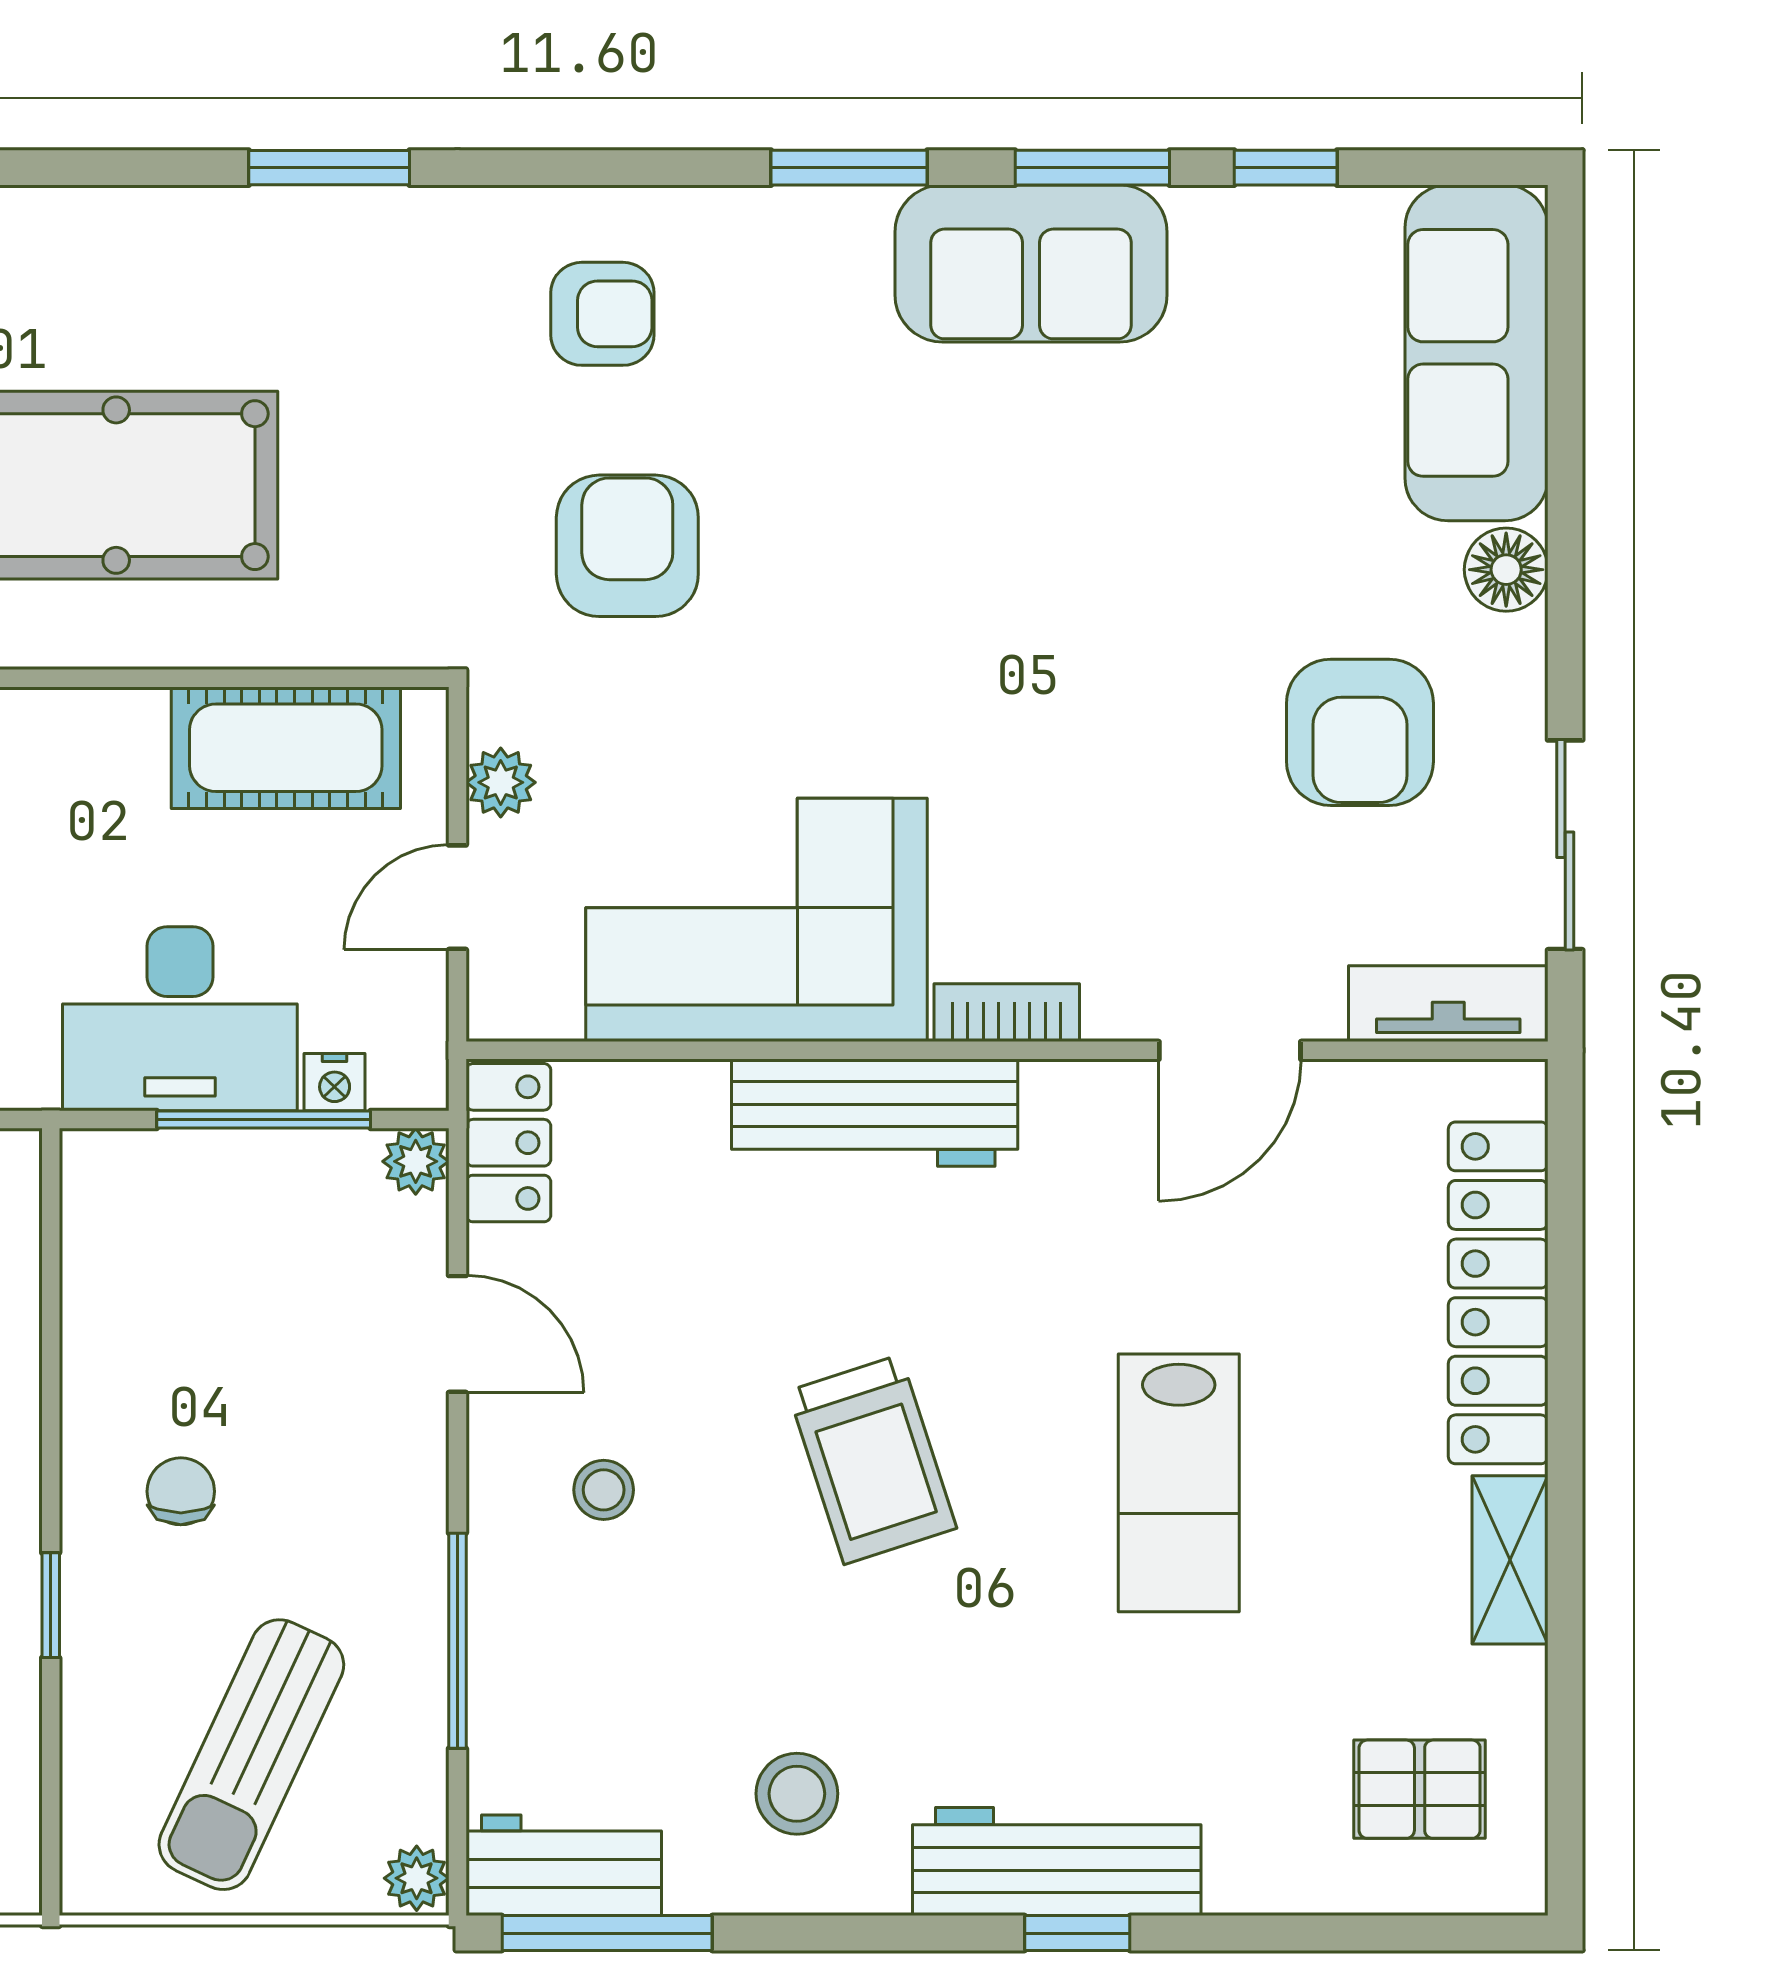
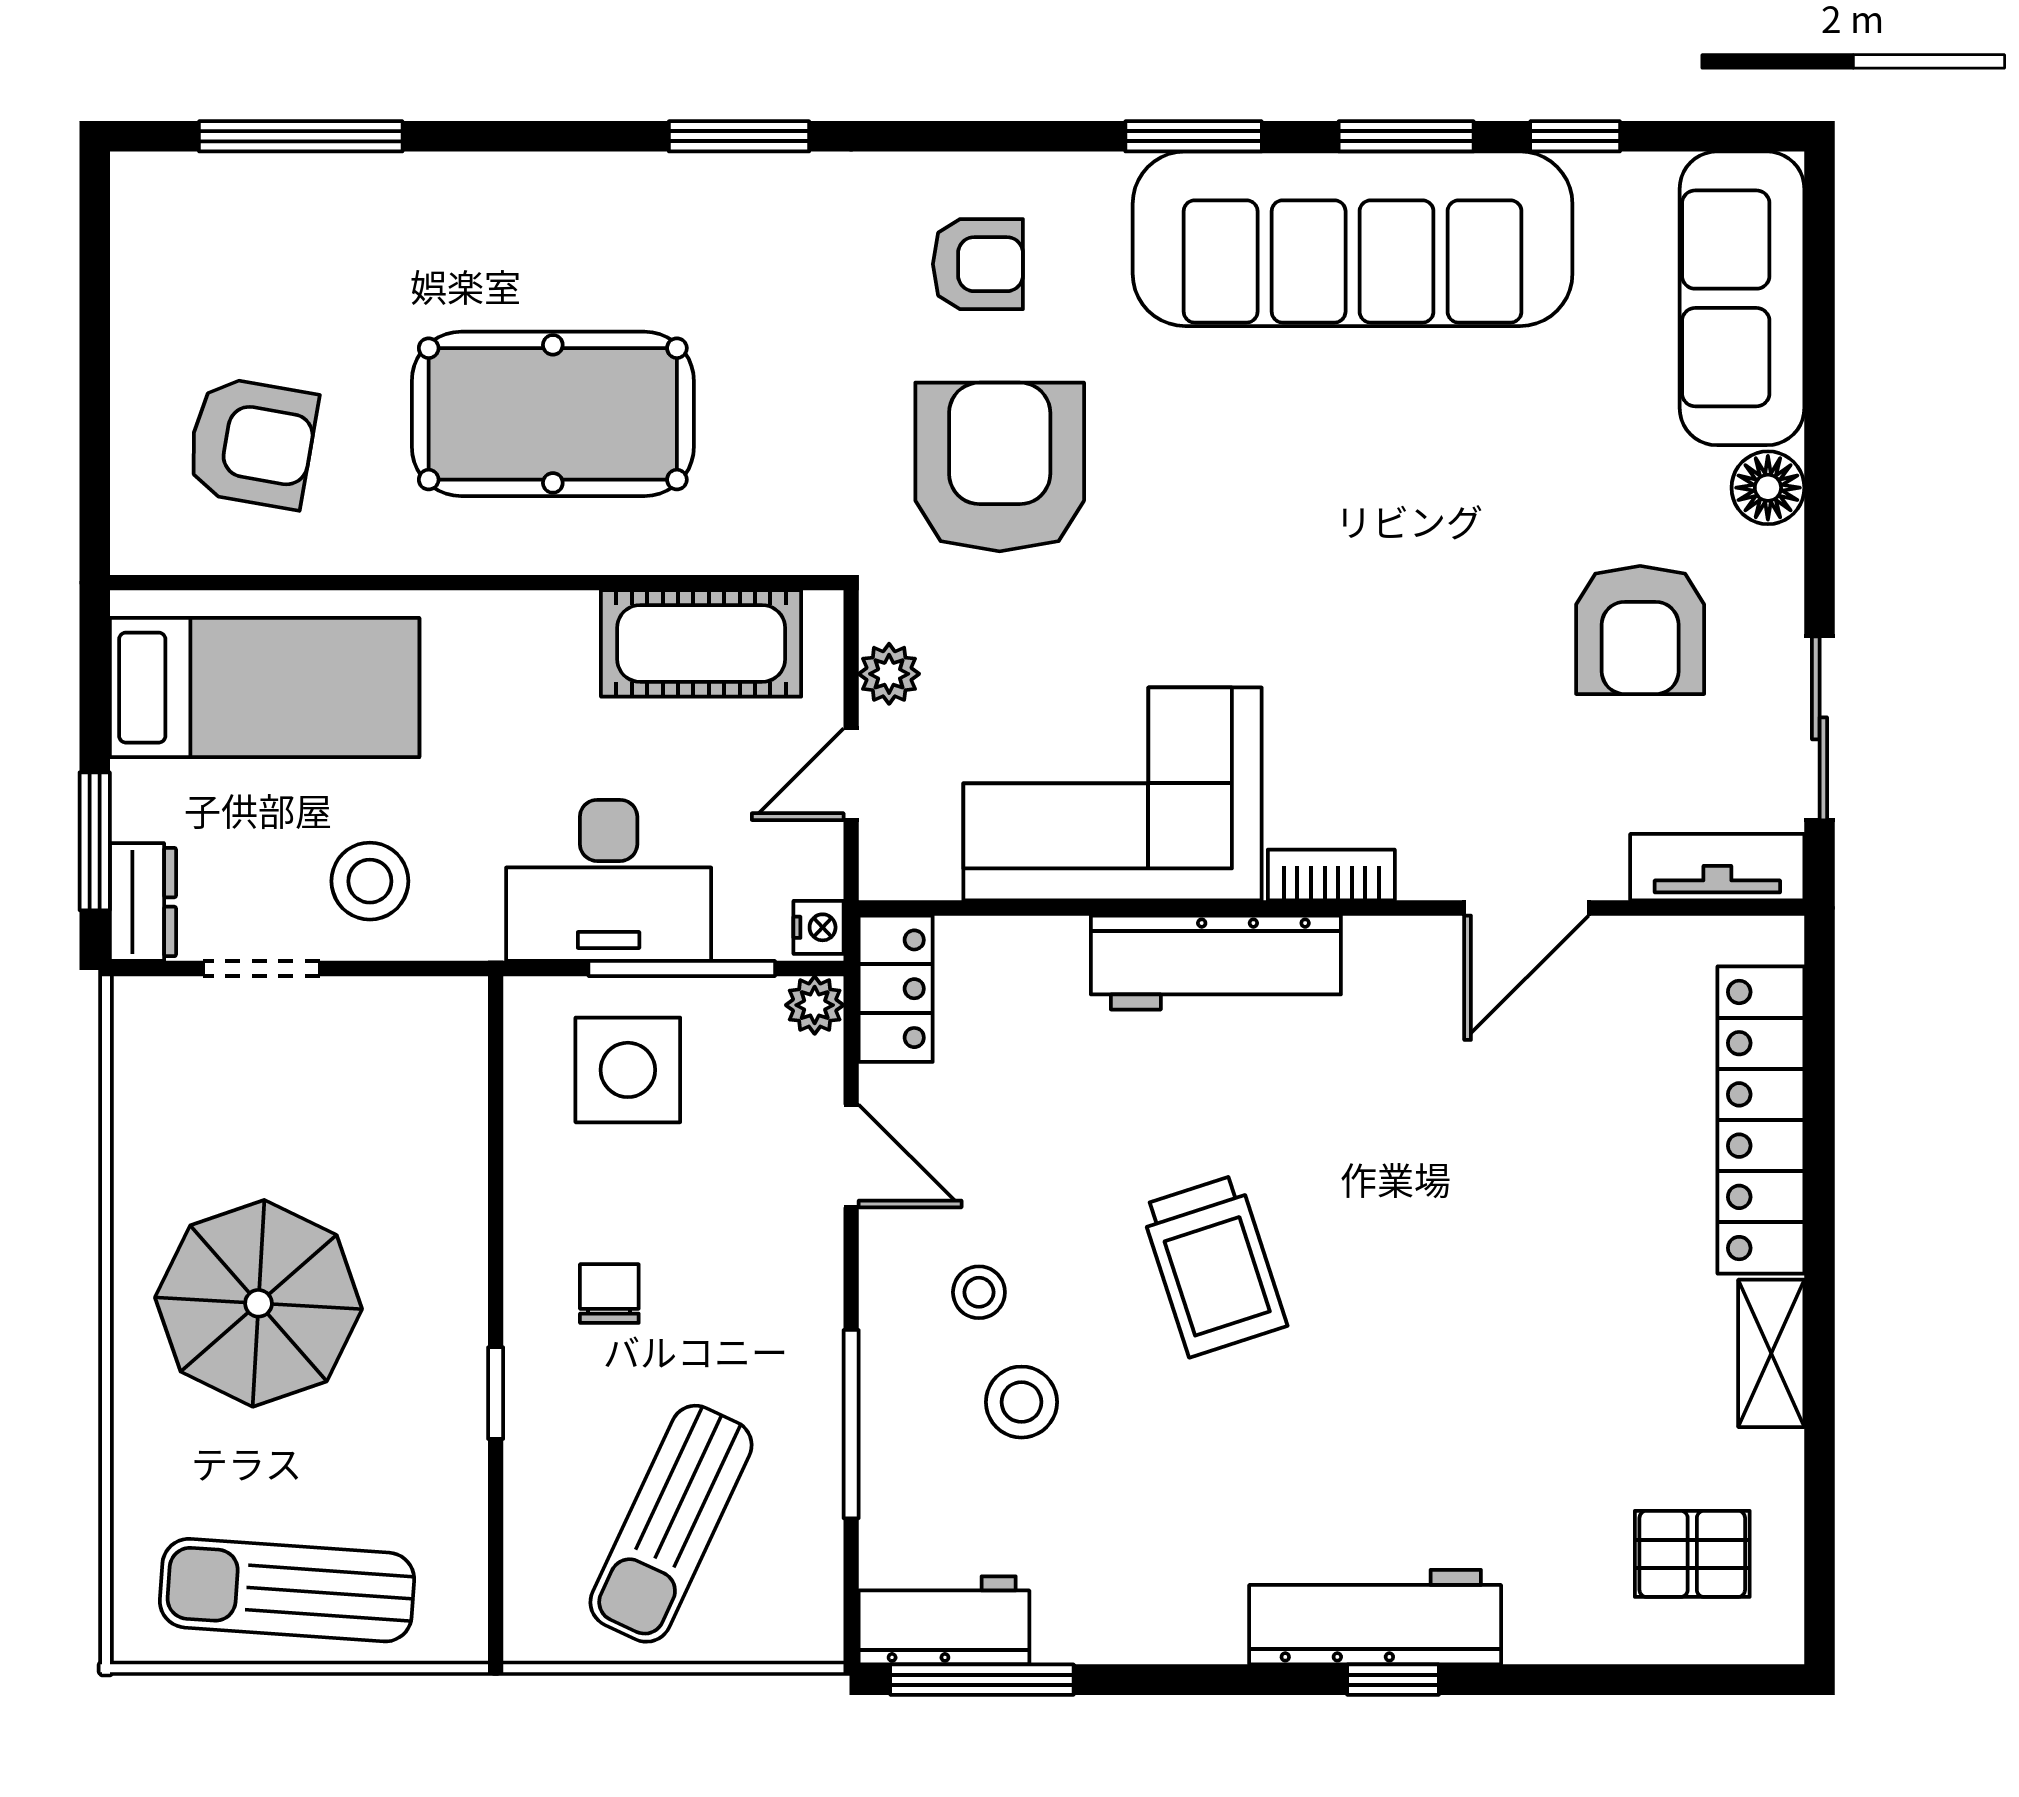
sofa: (1031, 263) -> (1353, 239), width x1.85, depth x1.27
armchair: (627, 546) -> (1000, 467), width x1.36, depth x1.36
nightstand: (335, 1082) -> (819, 927), moved, turned -90
side table: (202, 1236) -> (628, 1070), added
lab bench: (1179, 1483) -> (1482, 1286), removed
stool: (797, 1794) -> (1021, 1402), moved
plant: (417, 1878) -> (815, 1632), removed

